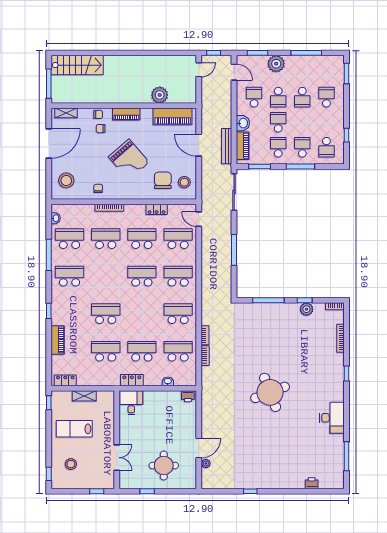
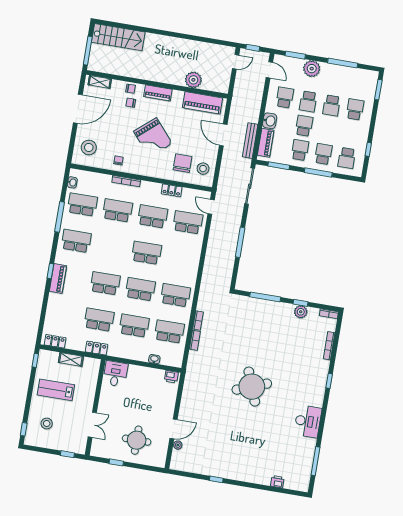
school desk: (178, 276) -> (140, 289), moved
piano: (58, 340) -> (58, 279), moved
locker: (132, 380) -> (97, 348), moved

